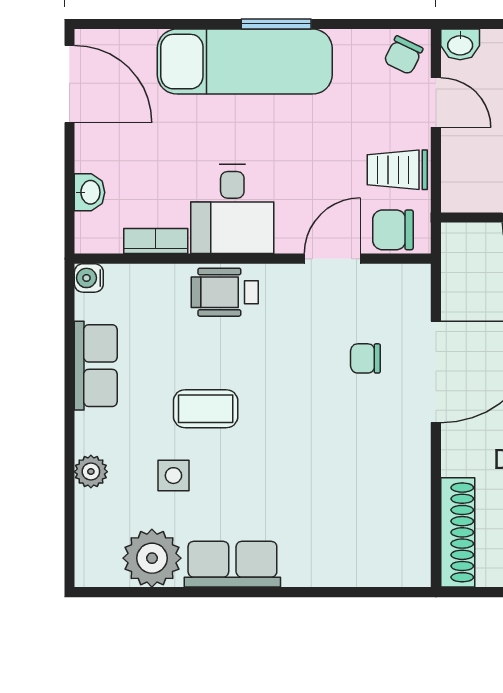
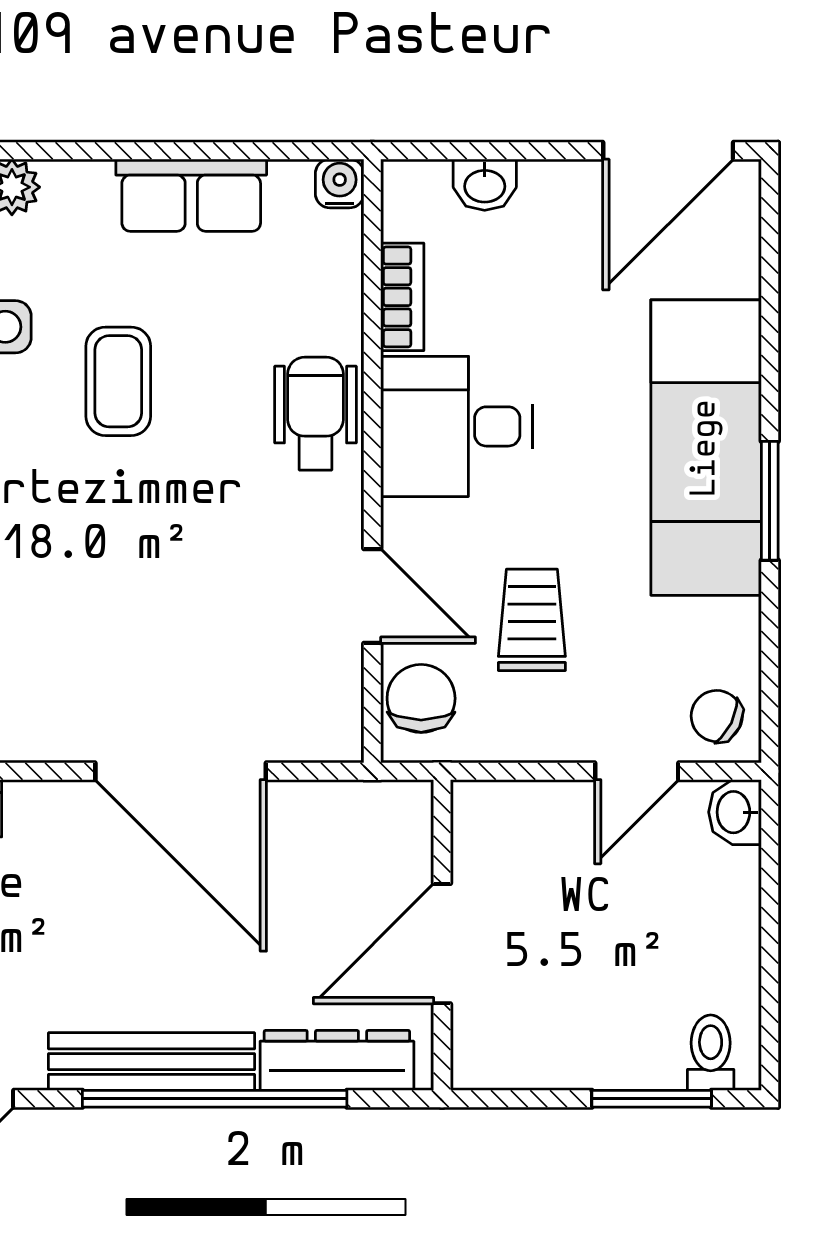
trolley: (397, 170) -> (532, 620), moved
chair: (365, 358) -> (203, 652), removed

